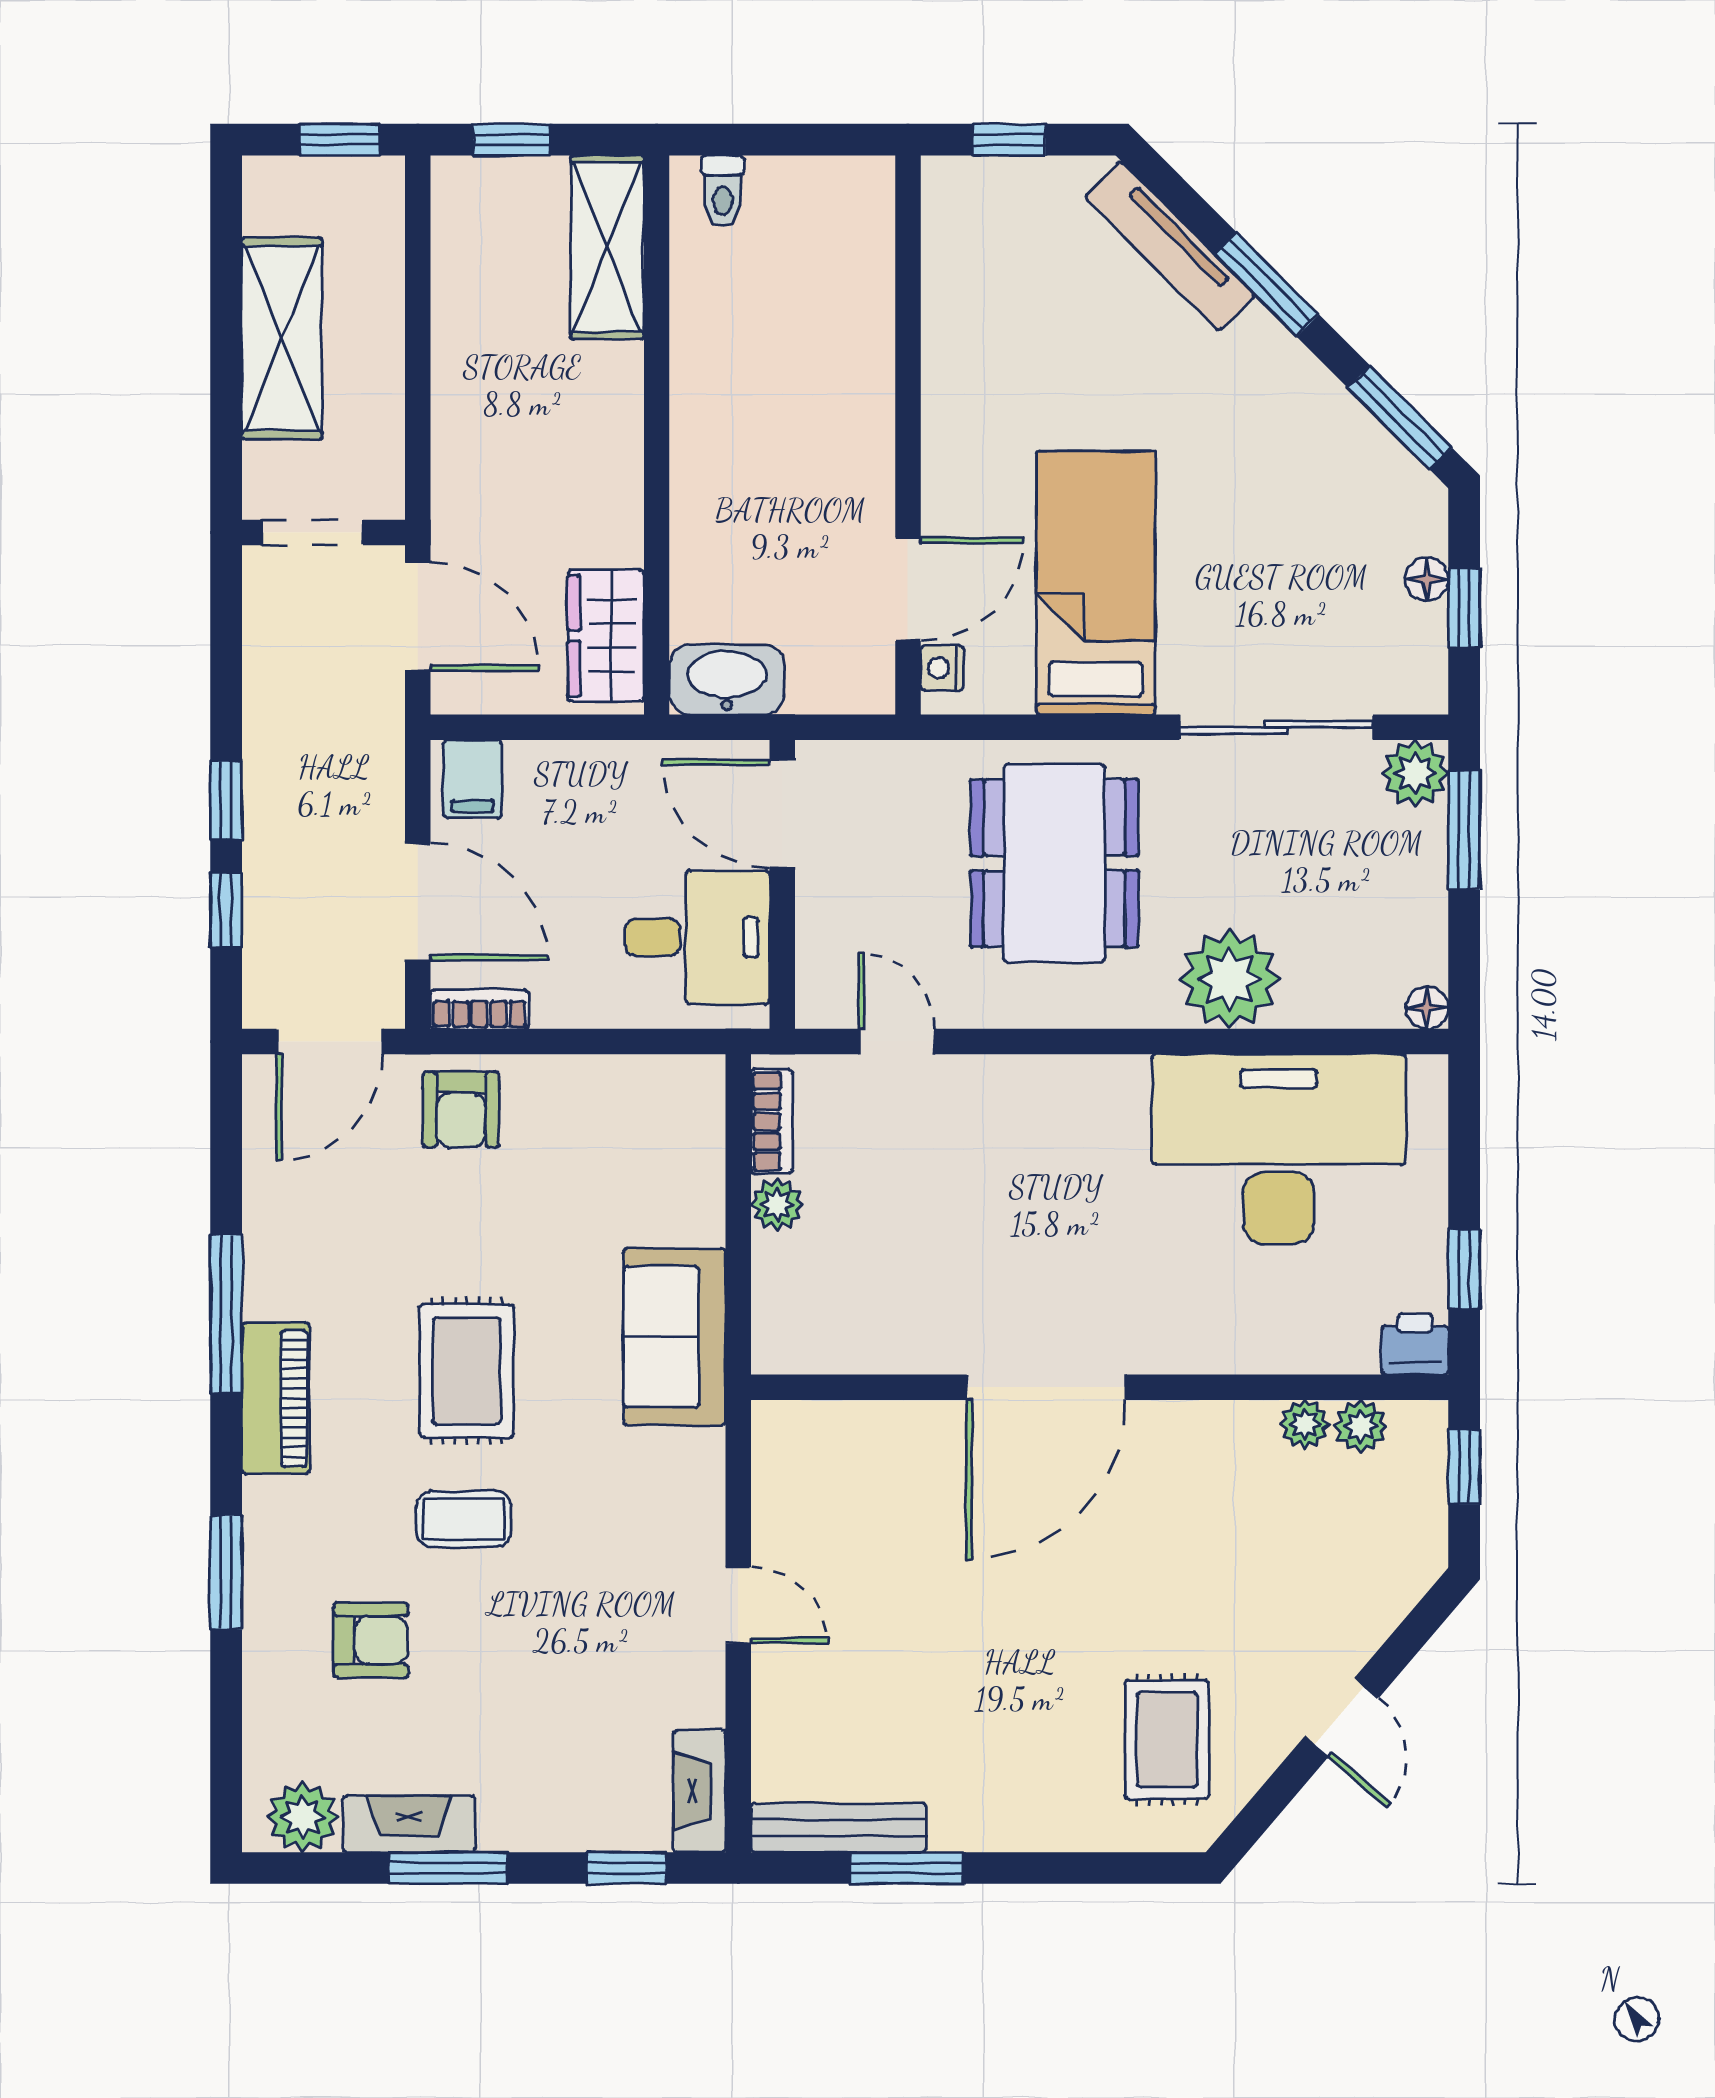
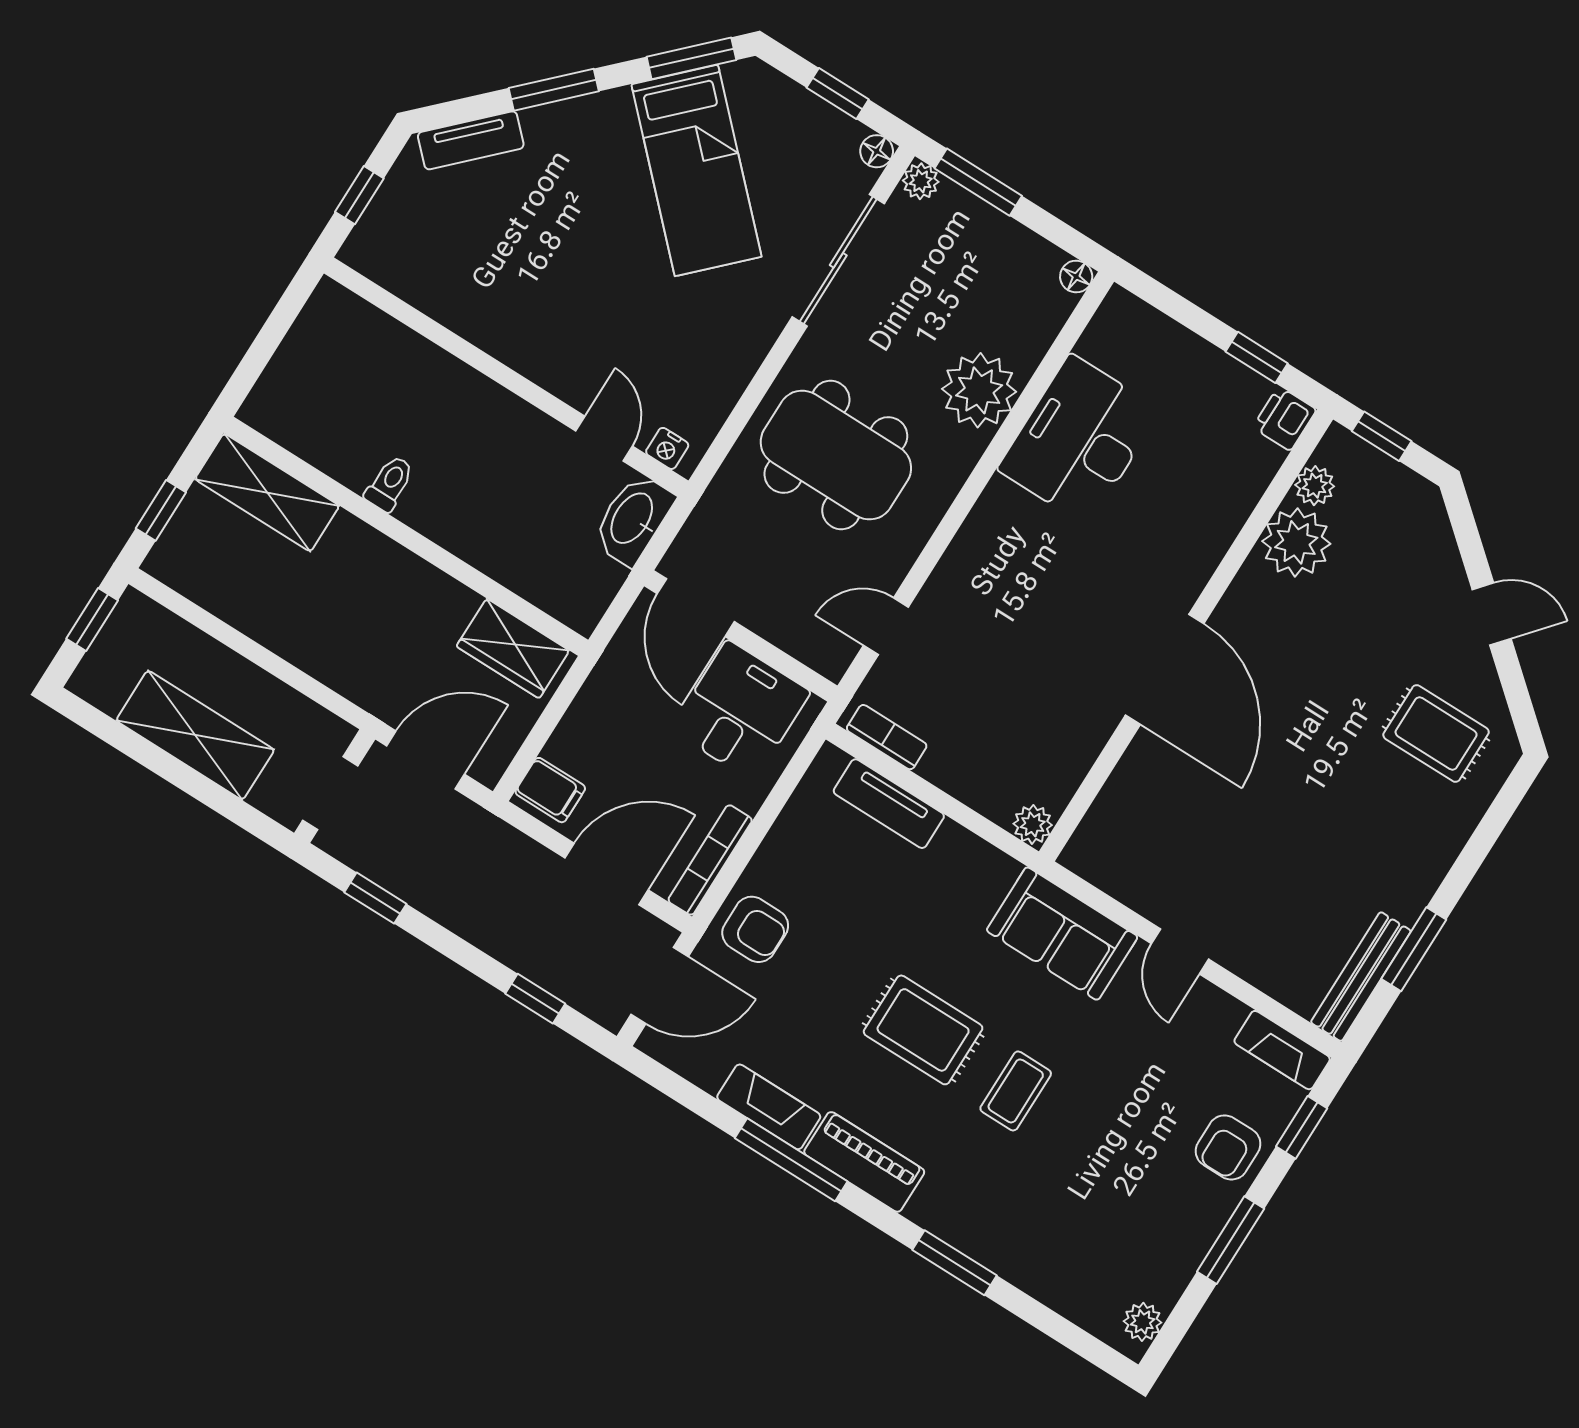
toilet: (723, 191) -> (390, 483), moved, turned -90
tv unit: (1170, 246) -> (471, 140), width x0.71
floor lamp: (1427, 579) -> (877, 151), moved
bed: (1096, 583) -> (696, 170), moved, turned -135
door: (908, 589) -> (604, 439), width x0.73
washbasin: (727, 680) -> (633, 519), moved
plant: (1415, 773) -> (921, 181), width x0.73, depth x0.73
window: (226, 800) -> (375, 898), moved
door: (782, 814) -> (696, 608), hinge flipped
bookcase: (480, 1009) -> (710, 860), width x1.56
door: (330, 1042) -> (660, 986), hinge flipped
desk: (1279, 1149) -> (1079, 440), width x0.73, depth x0.77
tv unit: (698, 1171) -> (889, 804), added
plant: (777, 1205) -> (1033, 824), moved
sofa: (675, 1337) -> (1062, 934), moved
plant: (1305, 1424) -> (1296, 542), width x1.87, depth x1.87
door: (738, 1605) -> (1180, 951), swing flipped
armchair: (371, 1640) -> (1228, 1147), moved, turned 180
plant: (303, 1817) -> (1143, 1322), width x0.73, depth x0.73
fireplace: (409, 1824) -> (769, 1107), moved, turned 90

